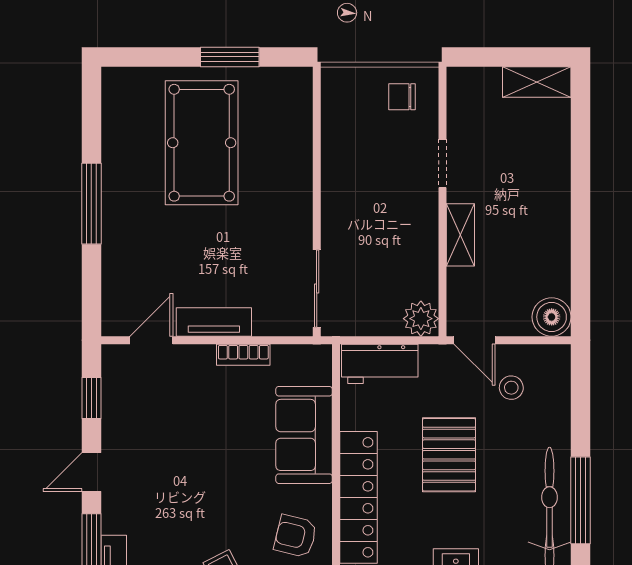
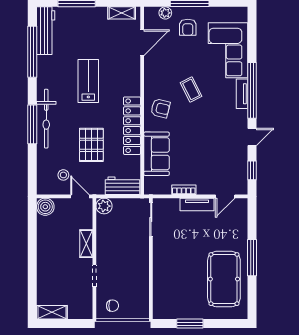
pool table: (202, 143) -> (224, 279), moved

